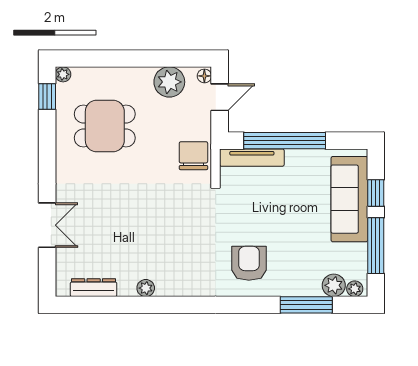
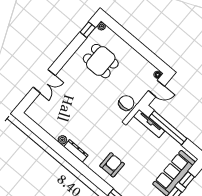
plant: (169, 82) -> (142, 65), removed
dresser: (94, 288) -> (76, 151), moved

